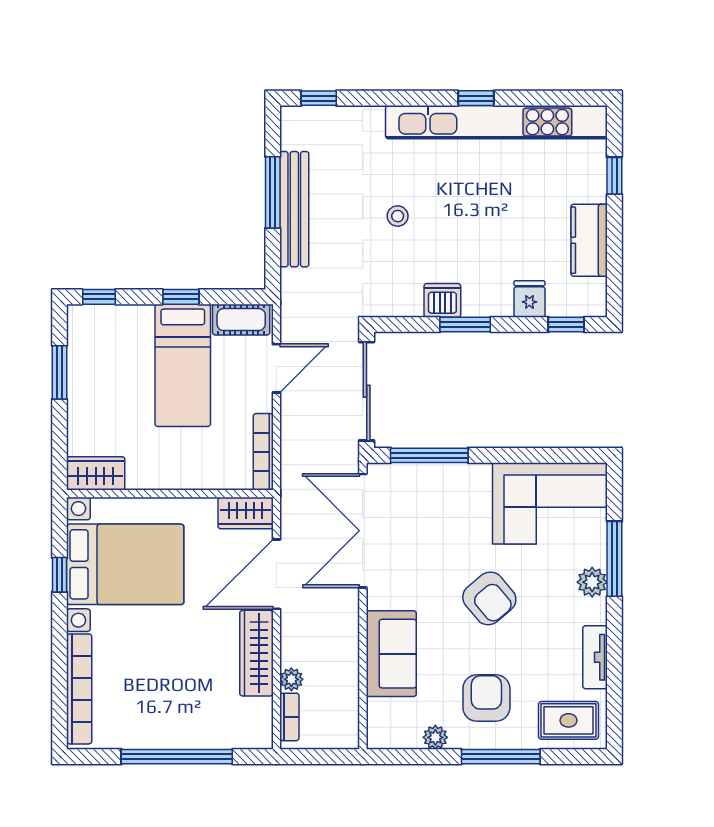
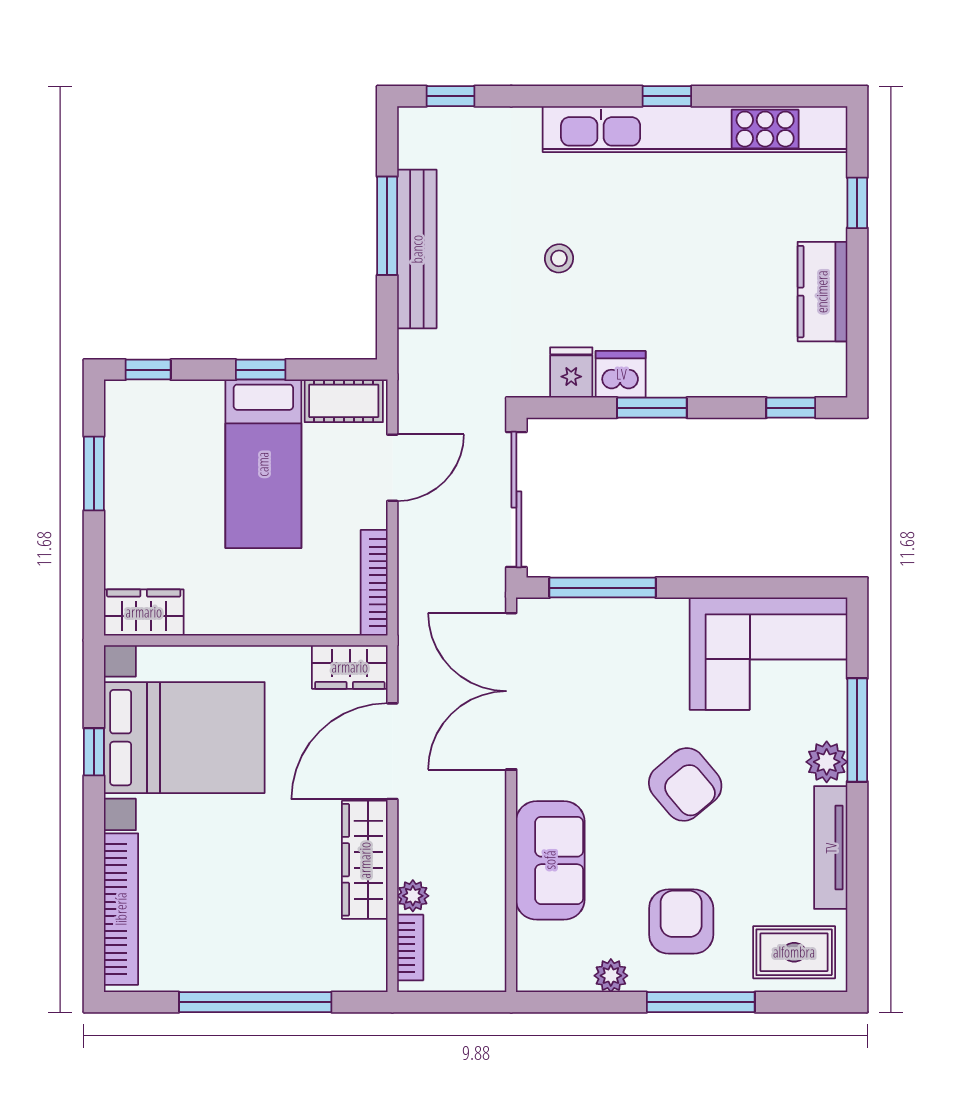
fridge: (529, 299) -> (571, 372), moved
tv unit: (595, 657) -> (831, 848), width x1.41

